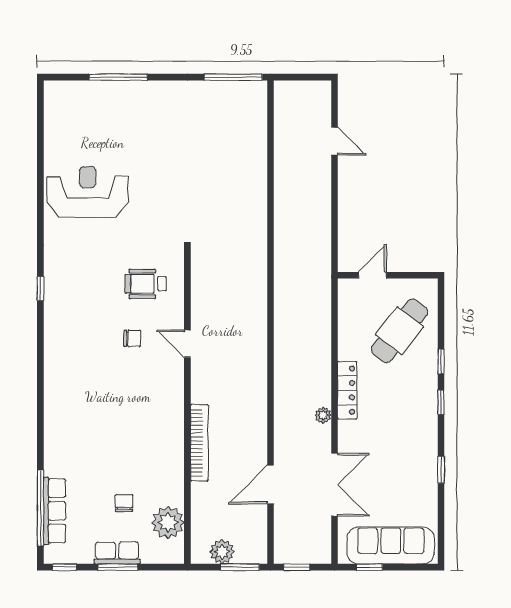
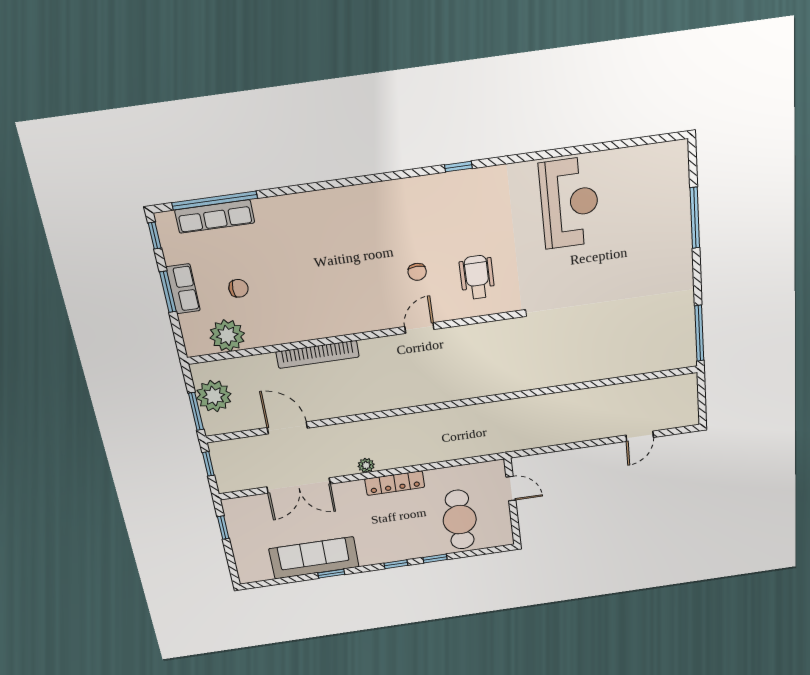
cafe table: (400, 331) -> (460, 520), turned 52
sofa: (391, 546) -> (314, 558), moved, turned -90
plant: (222, 552) -> (214, 396), width x1.36, depth x1.36

